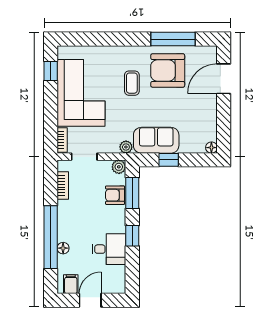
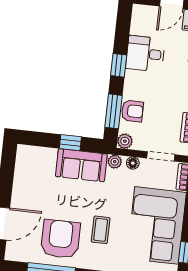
armchair: (168, 70) -> (60, 239), turned -90
floor lamp: (211, 148) -> (133, 163), moved

